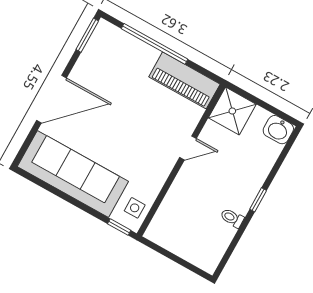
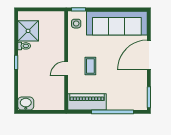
shower: (232, 111) -> (28, 31), moved
coffee table: (149, 132) -> (90, 66), added

